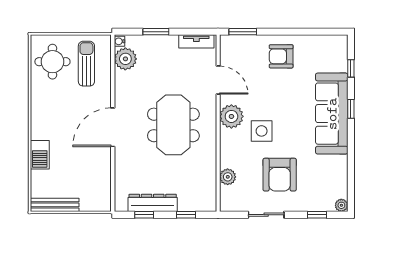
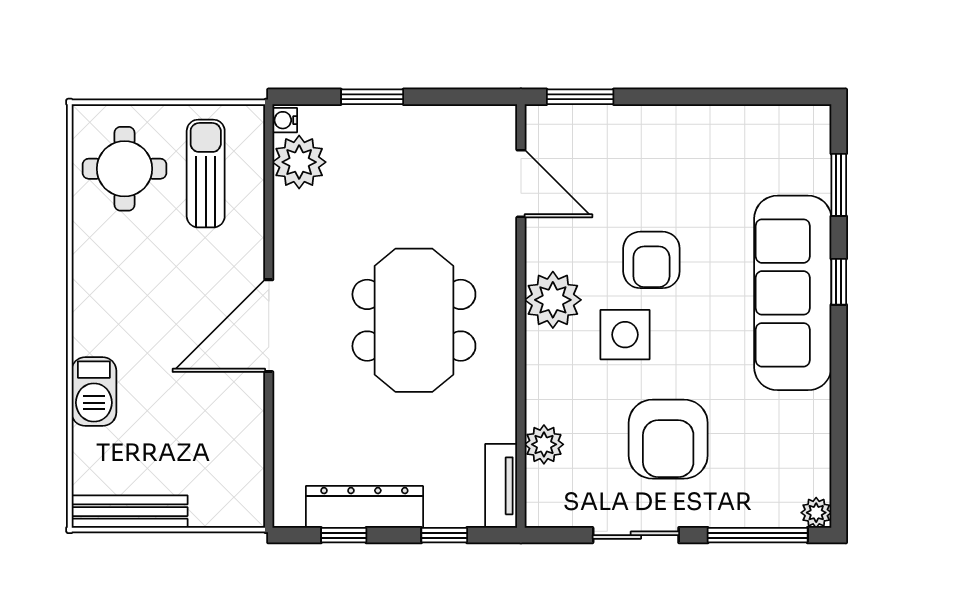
tv unit: (196, 41) -> (501, 486), moved, turned 90
armchair: (281, 56) -> (651, 260), moved, turned -90
window: (351, 68) -> (839, 185), width x1.50
door: (218, 80) -> (521, 184), moved
window: (317, 215) -> (758, 535), width x2.17

